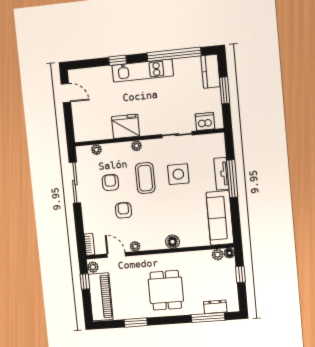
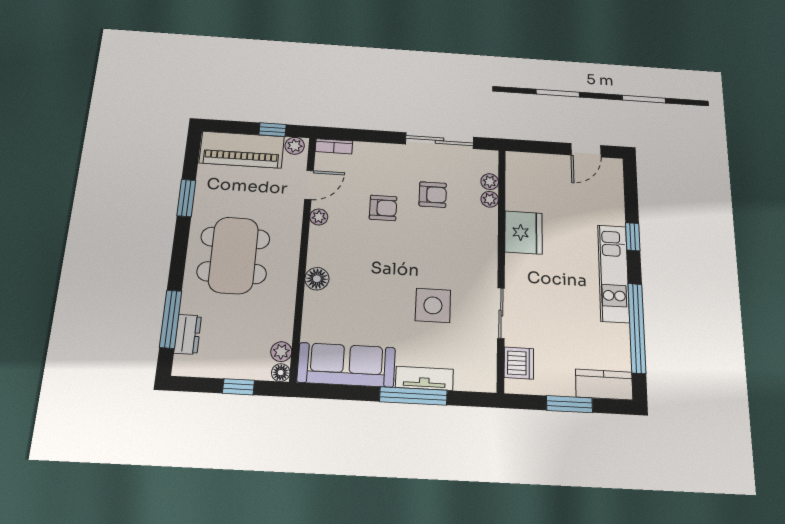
plant: (136, 146) -> (490, 199), moved
coffee table: (145, 178) -> (433, 251), removed
dining table: (166, 290) -> (233, 255), width x1.38

